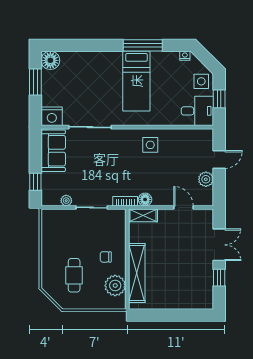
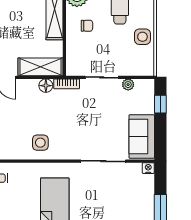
nightstand: (52, 116) -> (148, 168), width x0.53, depth x0.56
shelving: (143, 215) -> (41, 67), width x1.50, depth x1.33
side table: (52, 246) -> (142, 37), added

